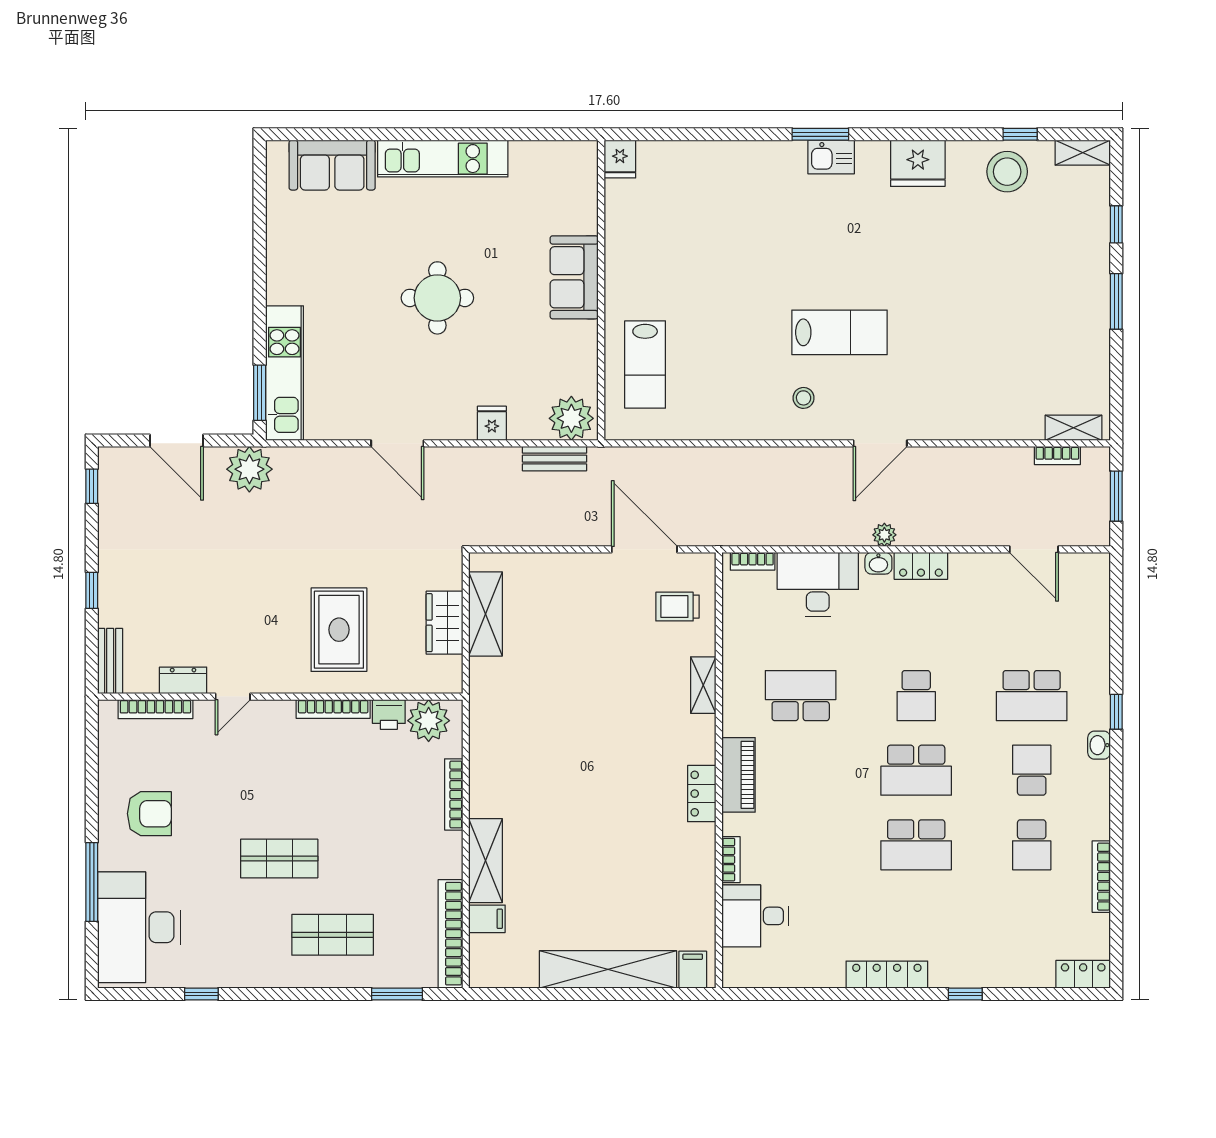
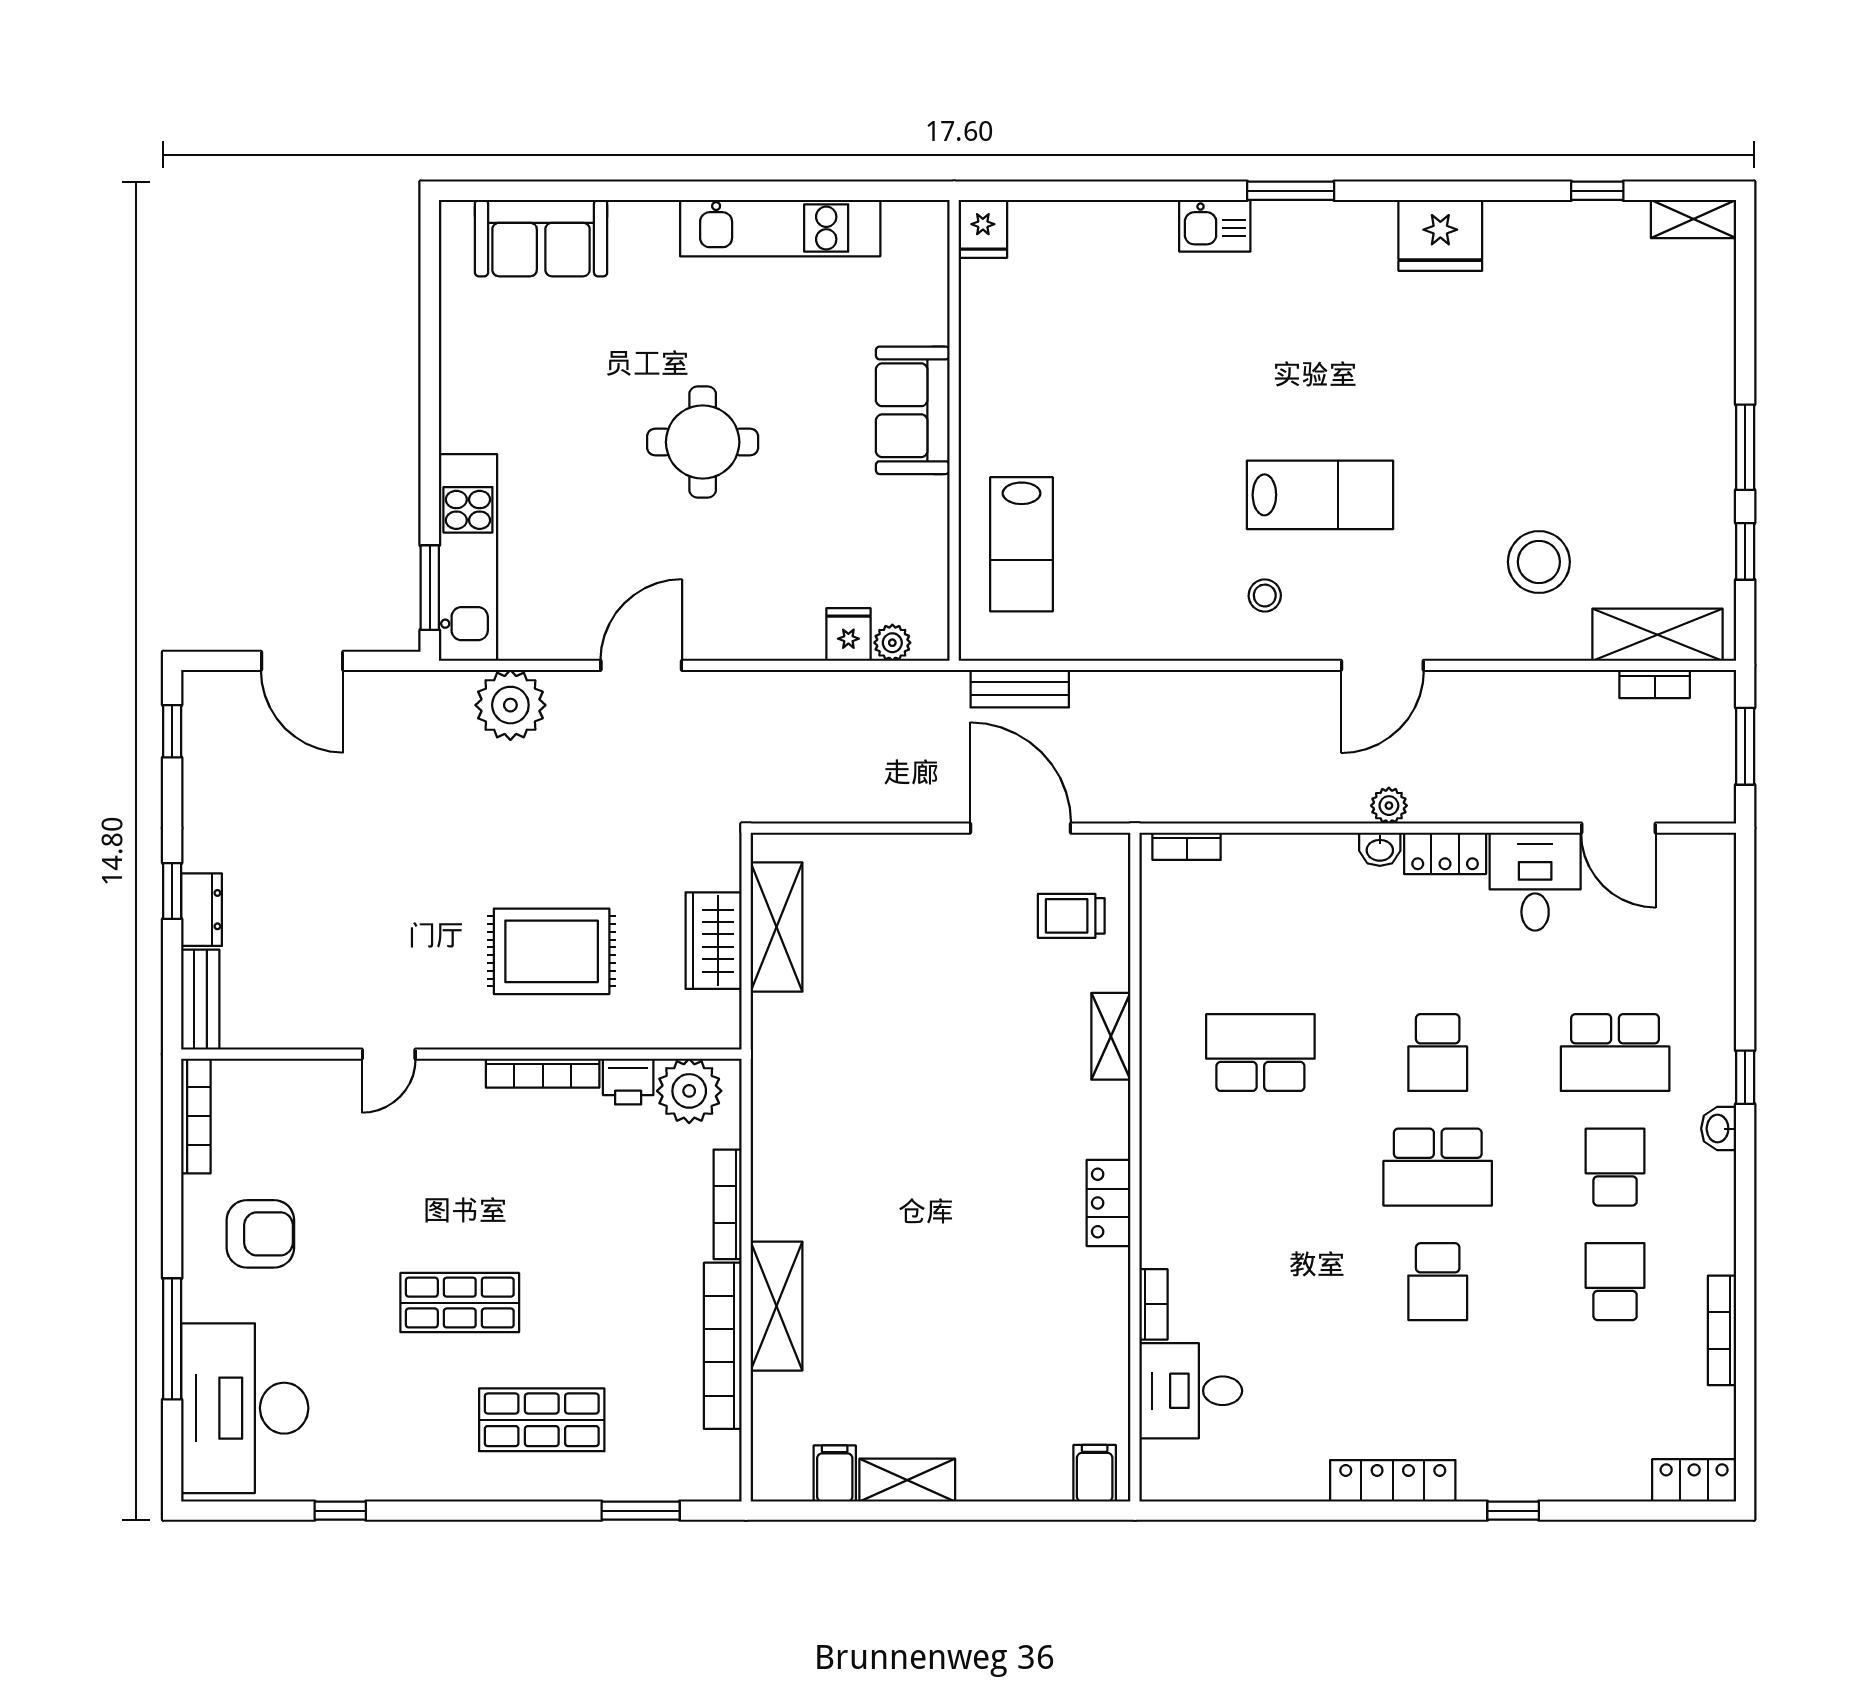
kitchen sink: (831, 157) -> (1215, 226), moved
kitchen unit: (443, 159) -> (780, 228), moved
stool: (1007, 172) -> (1539, 562), moved
window: (1116, 224) -> (1745, 551), moved
plant: (571, 418) -> (892, 643), width x0.53, depth x0.53
fridge: (492, 423) -> (848, 635), moved
shelving: (1073, 428) -> (1658, 635), width x1.50, depth x1.33
door: (397, 443) -> (641, 665), swing flipped
bench: (554, 459) -> (1020, 689), moved
plant: (249, 469) -> (510, 705), moved
desk: (818, 584) -> (1535, 882), moved, width x0.73
rug: (339, 630) -> (552, 951), turned 90
dresser: (183, 680) -> (202, 910), moved, turned 90
bookcase: (155, 709) -> (196, 1116), moved, turned -90
piano: (739, 775) -> (1165, 1174), removed
school desk: (916, 845) -> (1438, 1282), width x0.54
school desk: (1032, 845) -> (1615, 1282), turned 180
filing cabinet: (487, 919) -> (835, 1474), moved, turned -90
bookcase: (450, 934) -> (723, 1346), moved
shelving: (608, 969) -> (907, 1480), width x0.45, depth x0.75

